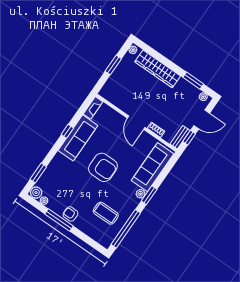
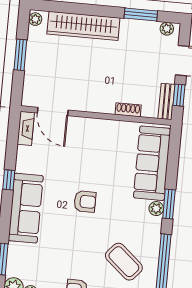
door: (136, 123) -> (53, 111), moved
sofa: (78, 138) -> (26, 208), moved
armchair: (103, 167) -> (85, 202), width x0.53, depth x0.53
coffee table: (106, 213) -> (124, 262), turned 41

